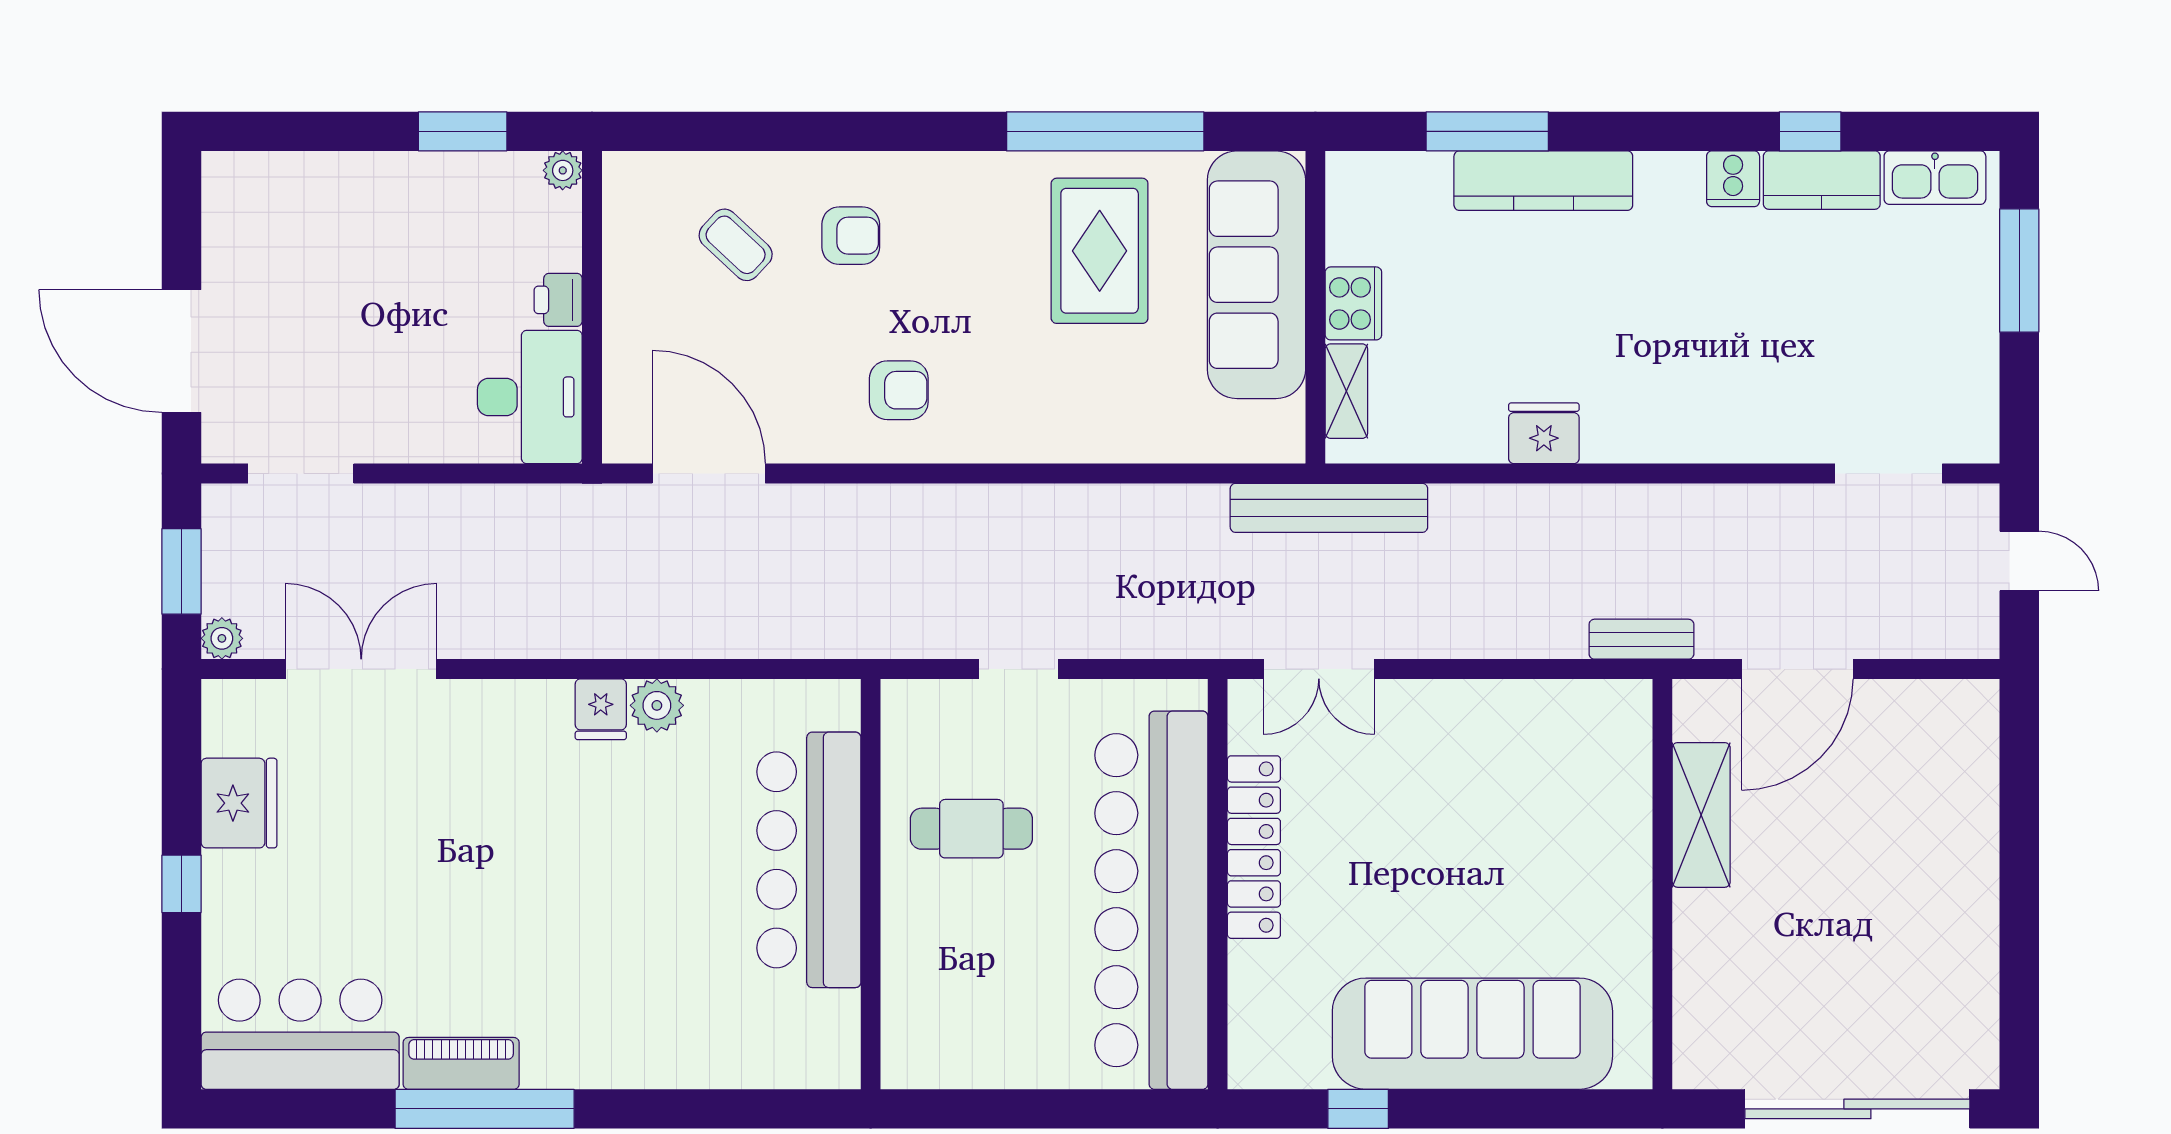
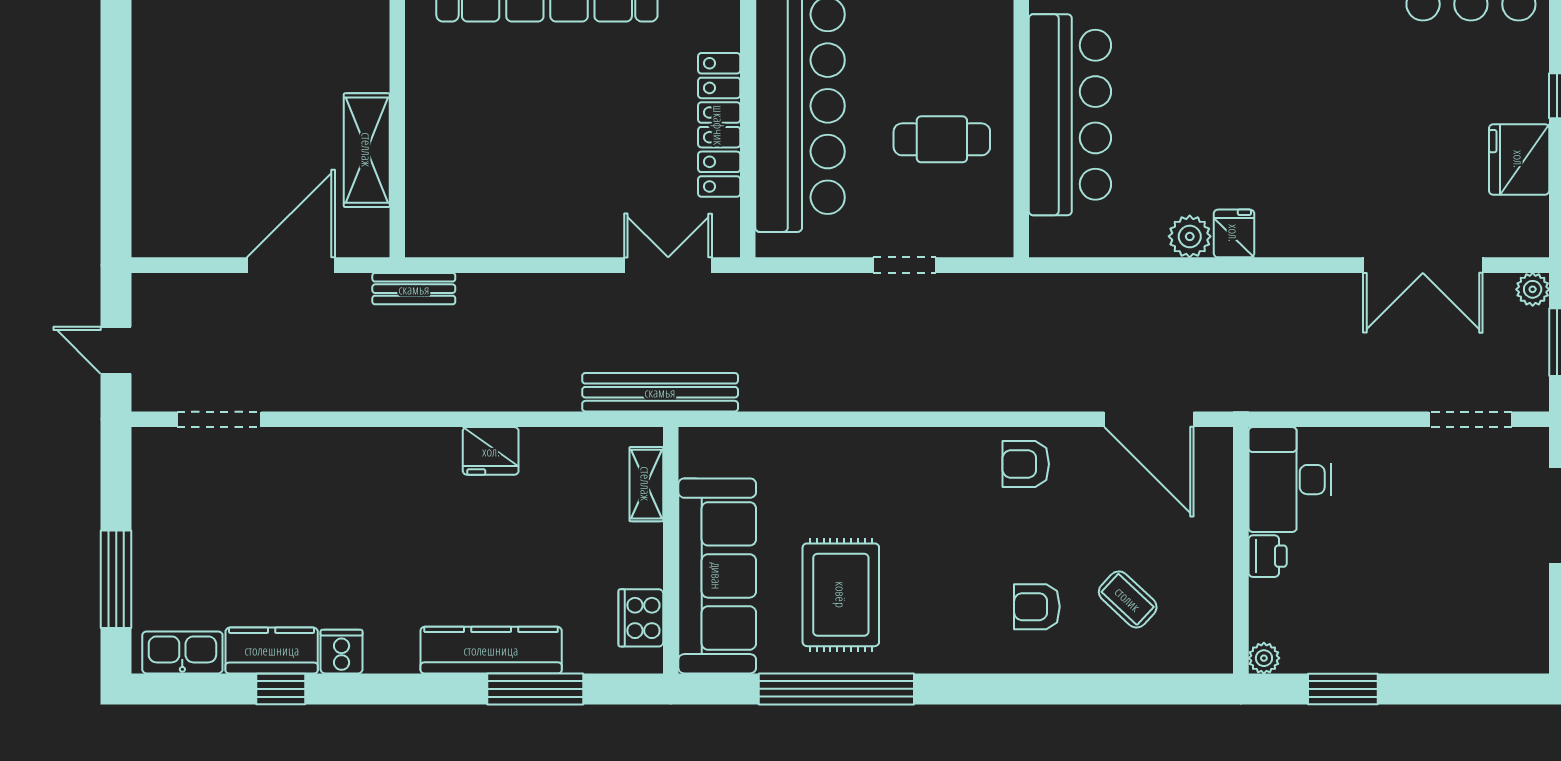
cooker: (1353, 303) -> (641, 618), moved
armchair: (899, 390) -> (1026, 464), moved

